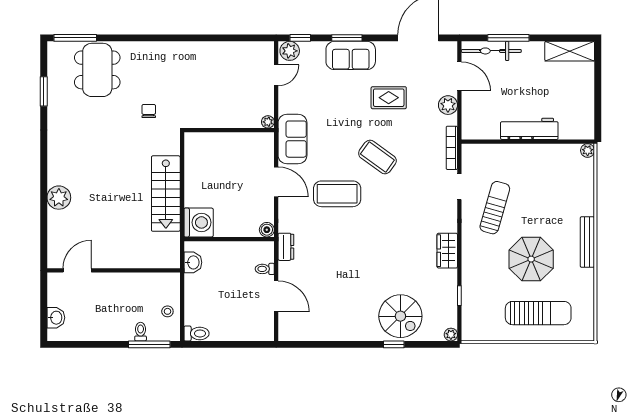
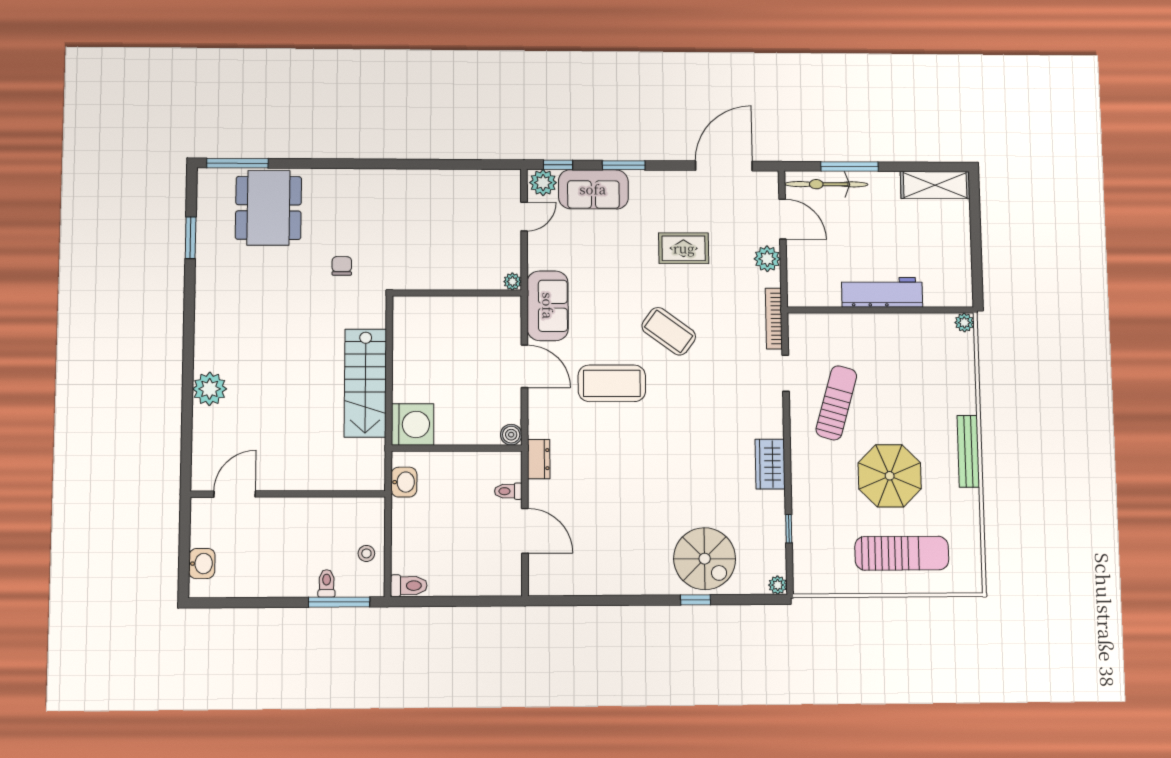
sofa: (351, 55) -> (593, 189), moved

